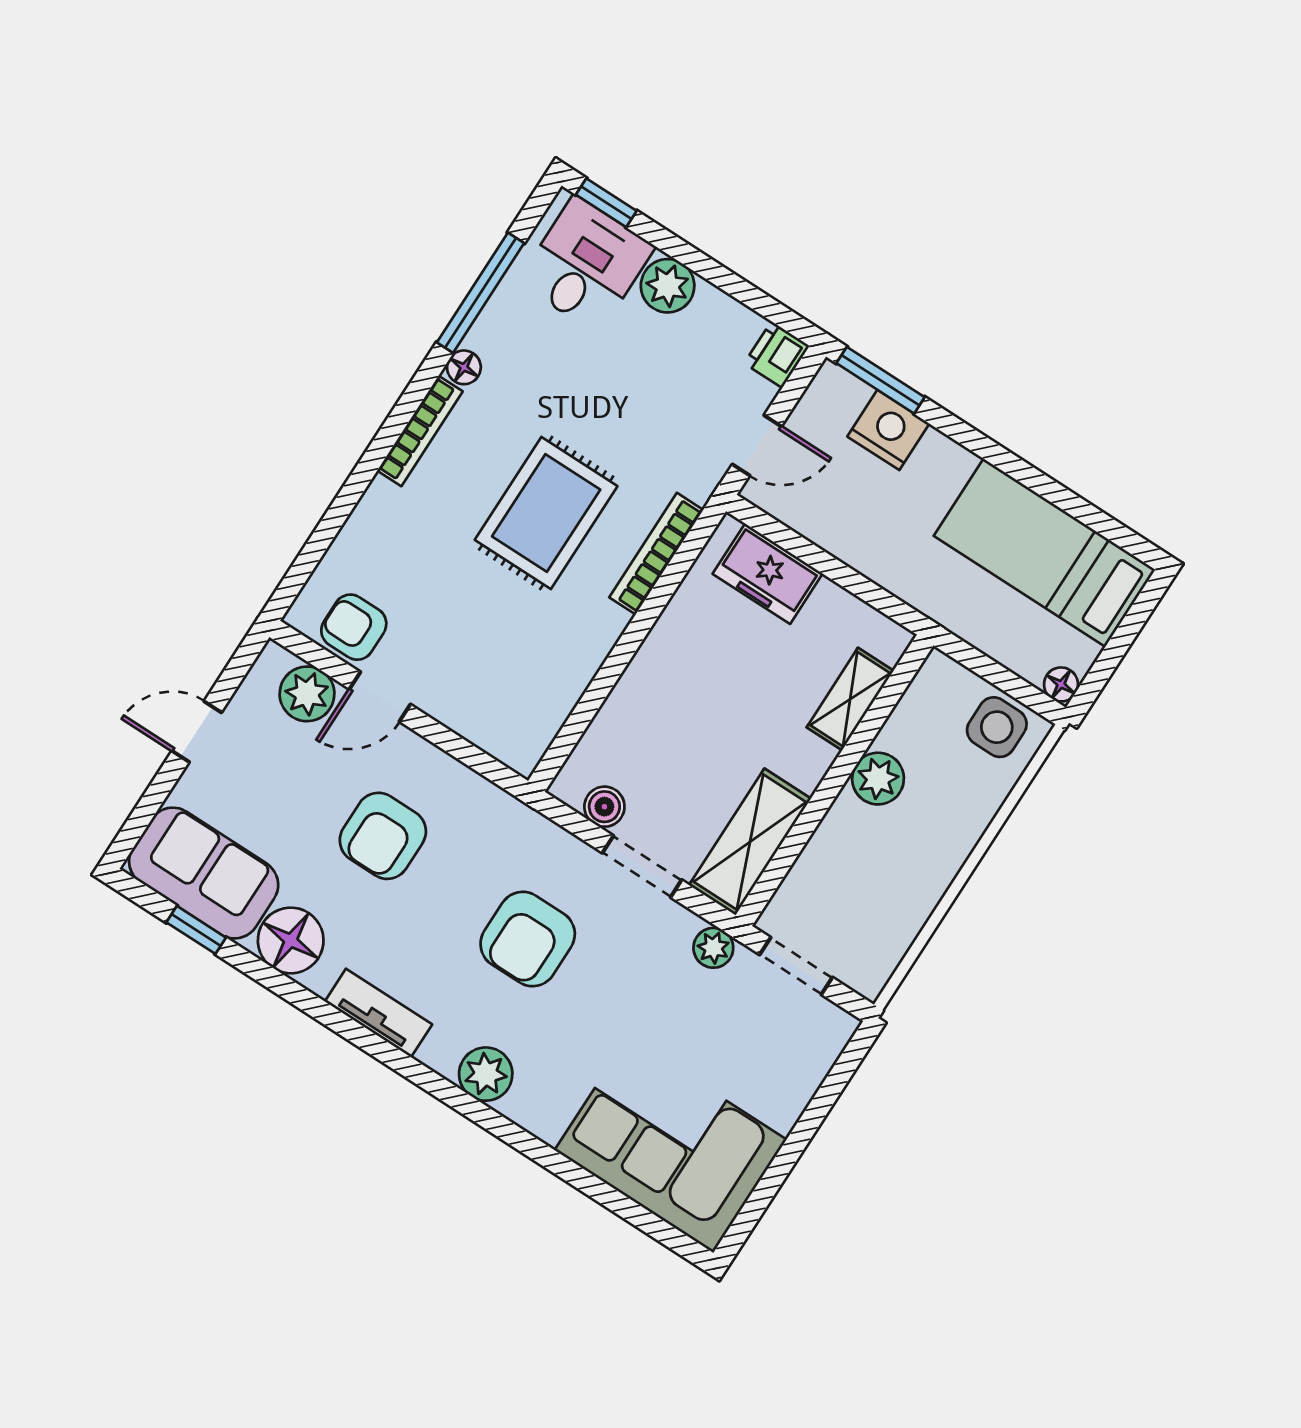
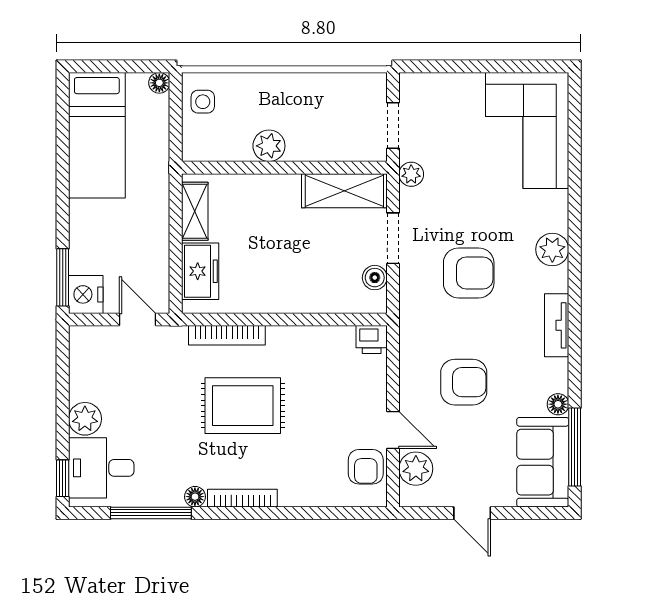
printer: (777, 355) -> (372, 339), moved
nightstand: (888, 430) -> (86, 294), moved
shelving: (850, 699) -> (195, 211), moved, turned 90
side table: (997, 727) -> (203, 102), width x0.73, depth x0.73
window: (196, 930) -> (575, 447), width x2.17
floor lamp: (291, 940) -> (558, 404), width x0.53, depth x0.53

